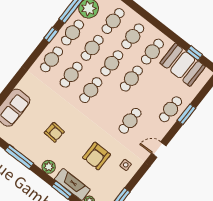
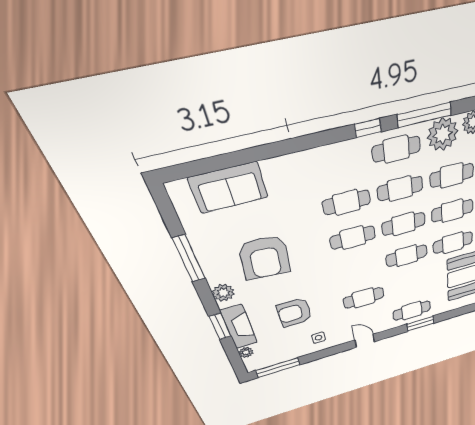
cafe table: (52, 59) -> (339, 163), removed
armchair: (54, 132) -> (265, 258), width x1.88, depth x1.88

